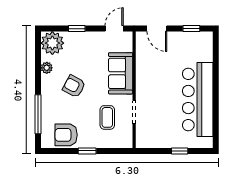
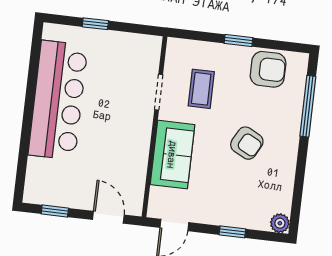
plant: (52, 43) -> (280, 223), width x0.53, depth x0.53
plant: (47, 68) -> (286, 177), removed

